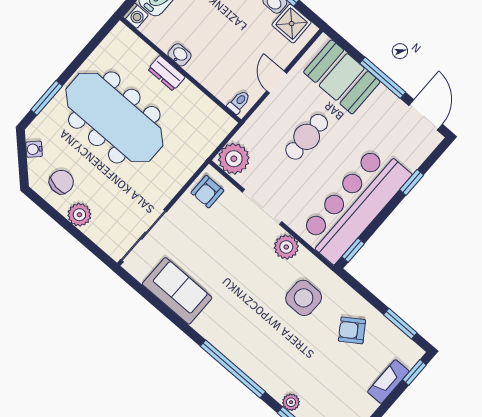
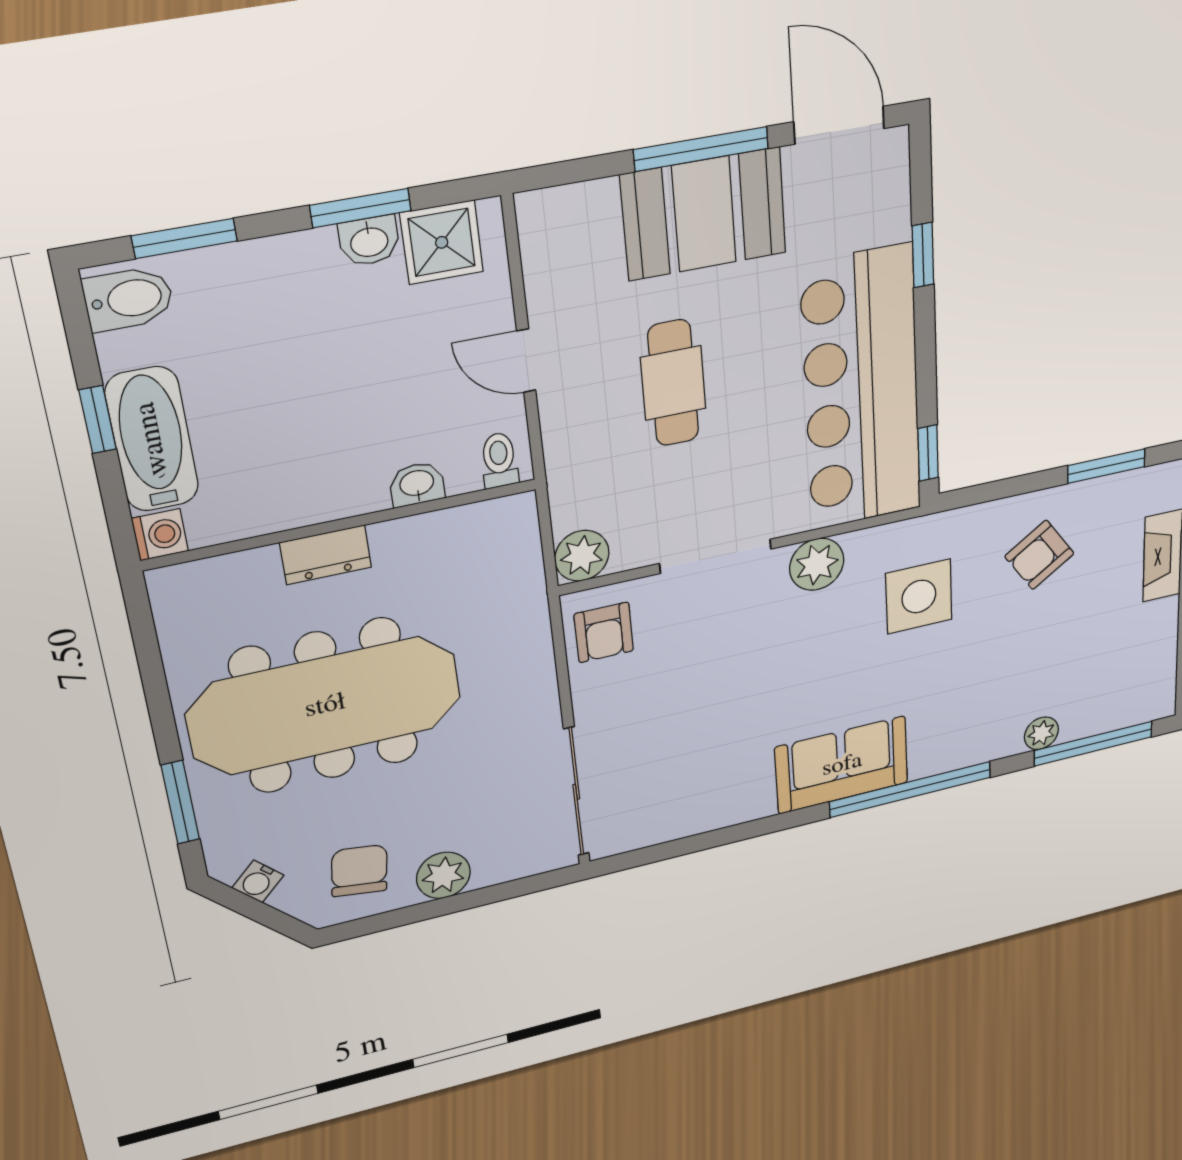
washbasin: (179, 55) -> (417, 484), moved
booth: (342, 77) -> (704, 214), moved
plant: (234, 159) -> (582, 556), width x0.73, depth x0.73
sofa: (177, 291) -> (842, 765), moved

